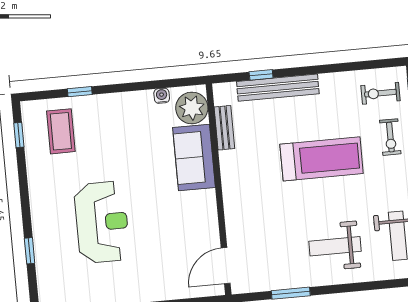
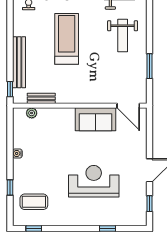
window: (261, 75) -> (10, 89), moved
water cooler: (162, 96) -> (17, 153), moved
plant: (192, 108) -> (32, 113), width x0.53, depth x0.53
sofa: (194, 158) -> (96, 119), moved

